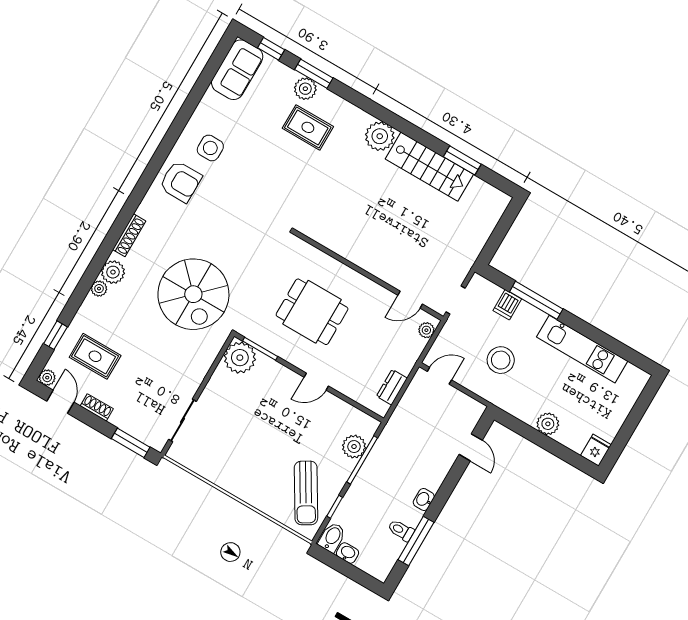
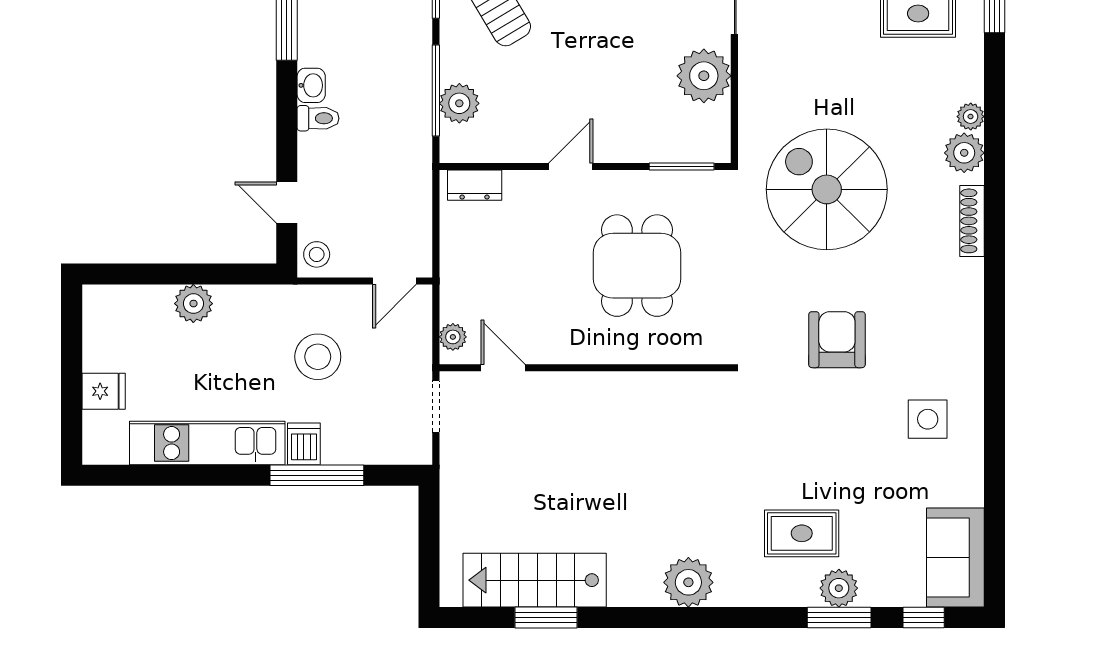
stairs: (429, 167) -> (535, 580), moved
armchair: (181, 182) -> (837, 340), moved, turned 90
door: (410, 300) -> (503, 368), hinge flipped
dishwasher: (507, 305) -> (304, 444), moved
dining table: (312, 312) -> (637, 266), turned 90
plant: (240, 358) -> (704, 76), moved
dresser: (392, 387) -> (475, 185), moved, turned 90
stool: (471, 412) -> (317, 254), added
fridge: (596, 450) -> (104, 391), moved, turned -90
toilet: (401, 530) -> (318, 118), moved

